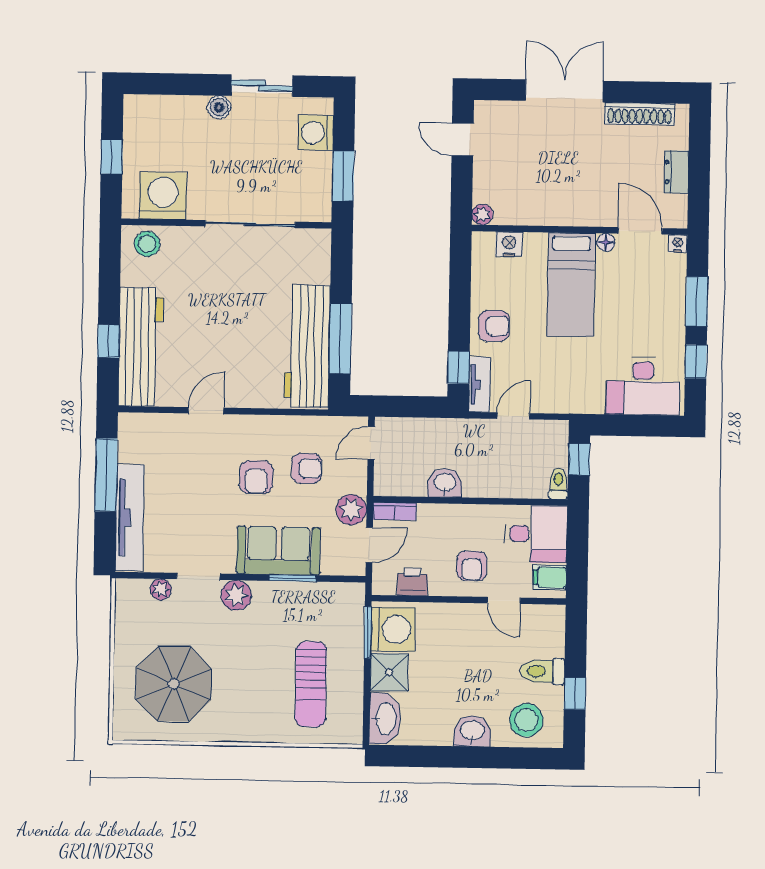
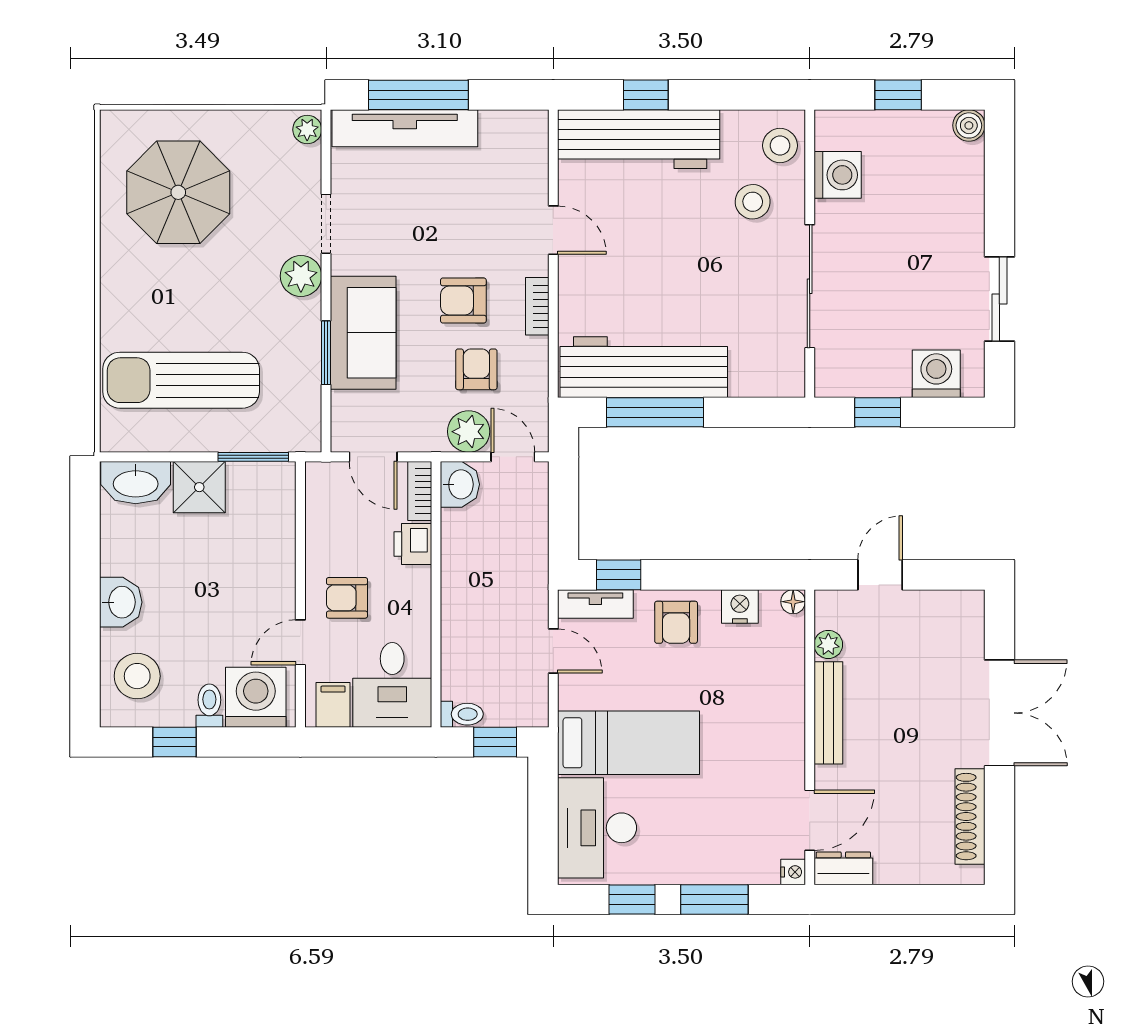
boiler: (219, 107) -> (969, 125), moved
door: (463, 140) -> (880, 575), moved
dresser: (676, 172) -> (843, 868), moved
window: (343, 176) -> (878, 412), width x0.67
washing machine: (163, 196) -> (838, 175), width x0.73, depth x0.73
plant: (482, 214) -> (828, 644), moved
bench: (562, 216) -> (828, 713), added
floor lamp: (606, 242) -> (793, 602), moved
nightstand: (509, 244) -> (740, 606), moved, turned -90
stool: (188, 265) -> (753, 202), added
bed: (571, 285) -> (628, 743), moved, turned 180
bookcase: (261, 423) -> (537, 306), added
armchair: (307, 468) -> (476, 369), turned 180
window: (106, 475) -> (418, 95), moved
washbasin: (445, 483) -> (460, 484), moved
plant: (351, 510) -> (469, 432), moved
printer: (412, 582) -> (413, 544), moved, turned 180
plant: (161, 589) -> (307, 130), moved
washing machine: (393, 629) -> (256, 697), moved, turned 180
toilet: (543, 671) -> (209, 706), width x0.73, depth x0.72
sun lounger: (311, 684) -> (181, 380), width x1.36, depth x1.34

